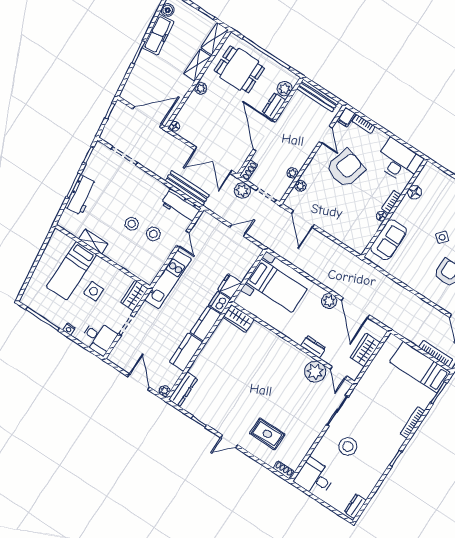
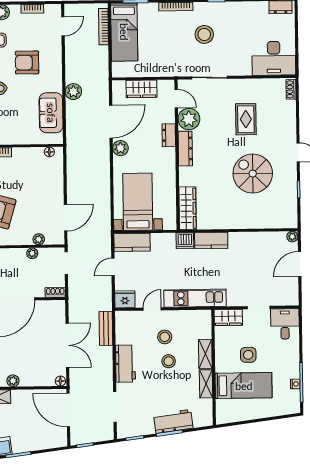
double door: (213, 160) -> (67, 345), moved
bench: (187, 188) -> (106, 328), width x0.73
plant: (242, 190) -> (73, 92), moved
workbench: (181, 206) -> (125, 364), moved
floor lamp: (382, 216) -> (49, 152), moved
door: (238, 230) -> (113, 267), hinge flipped
sofa: (389, 240) -> (51, 113), moved, turned -90
shelving: (118, 257) -> (205, 354), added
fridge: (230, 286) -> (125, 299), moved, turned 180
wardrobe: (238, 318) -> (188, 208), width x1.50
nightstand: (69, 329) -> (295, 384), moved
kitchen counter: (186, 352) -> (132, 242), moved
door: (338, 373) -> (176, 99), hinge flipped
dresser: (183, 389) -> (185, 149), moved, turned 90
spiral stairs: (237, 393) -> (253, 174), added
rug: (267, 434) -> (246, 119), moved
stool: (348, 446) -> (204, 34), moved
desk: (315, 478) -> (274, 58), width x1.37

